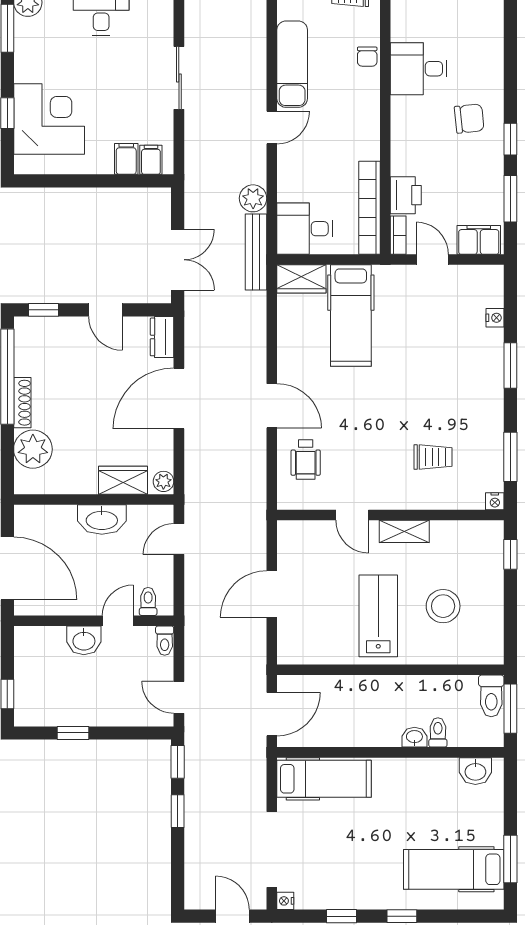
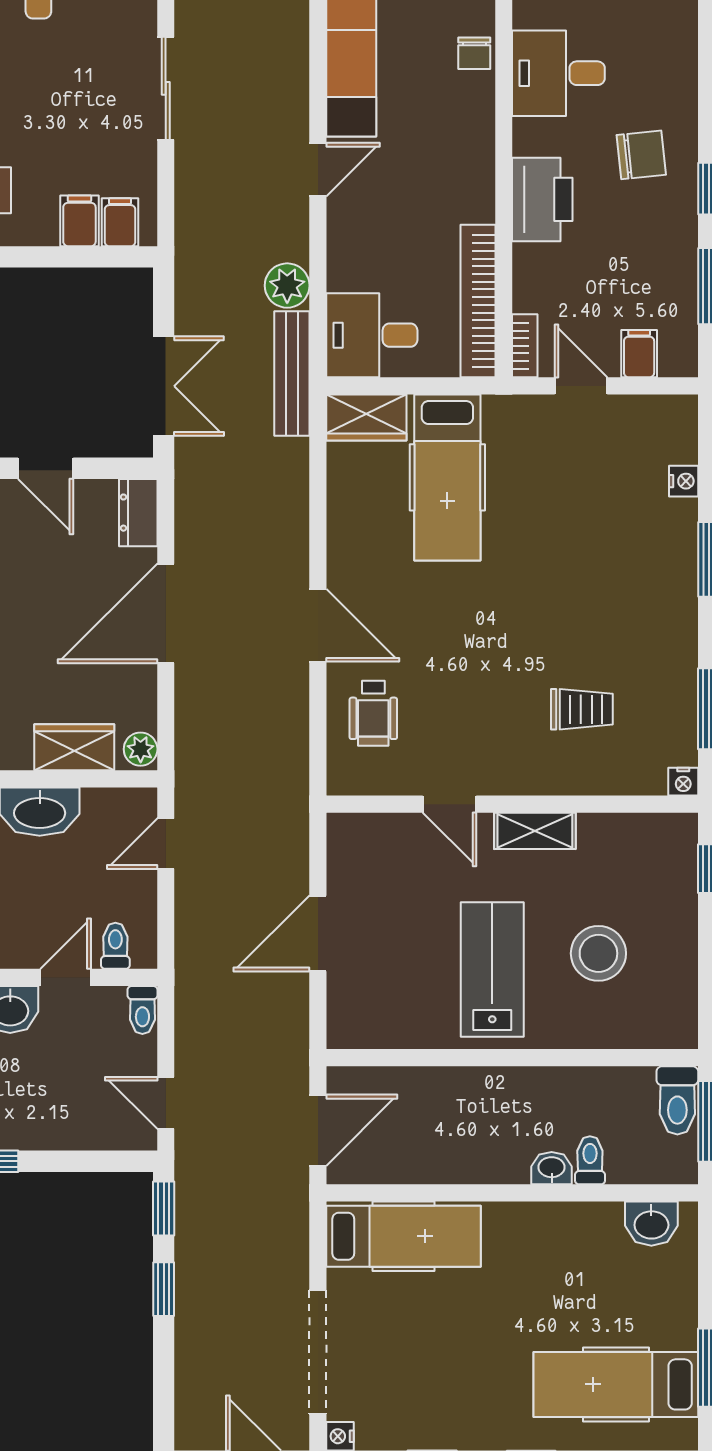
printer: (406, 195) -> (542, 199), moved, width x1.37, depth x1.19
filing cabinet: (479, 240) -> (639, 354), width x0.50

